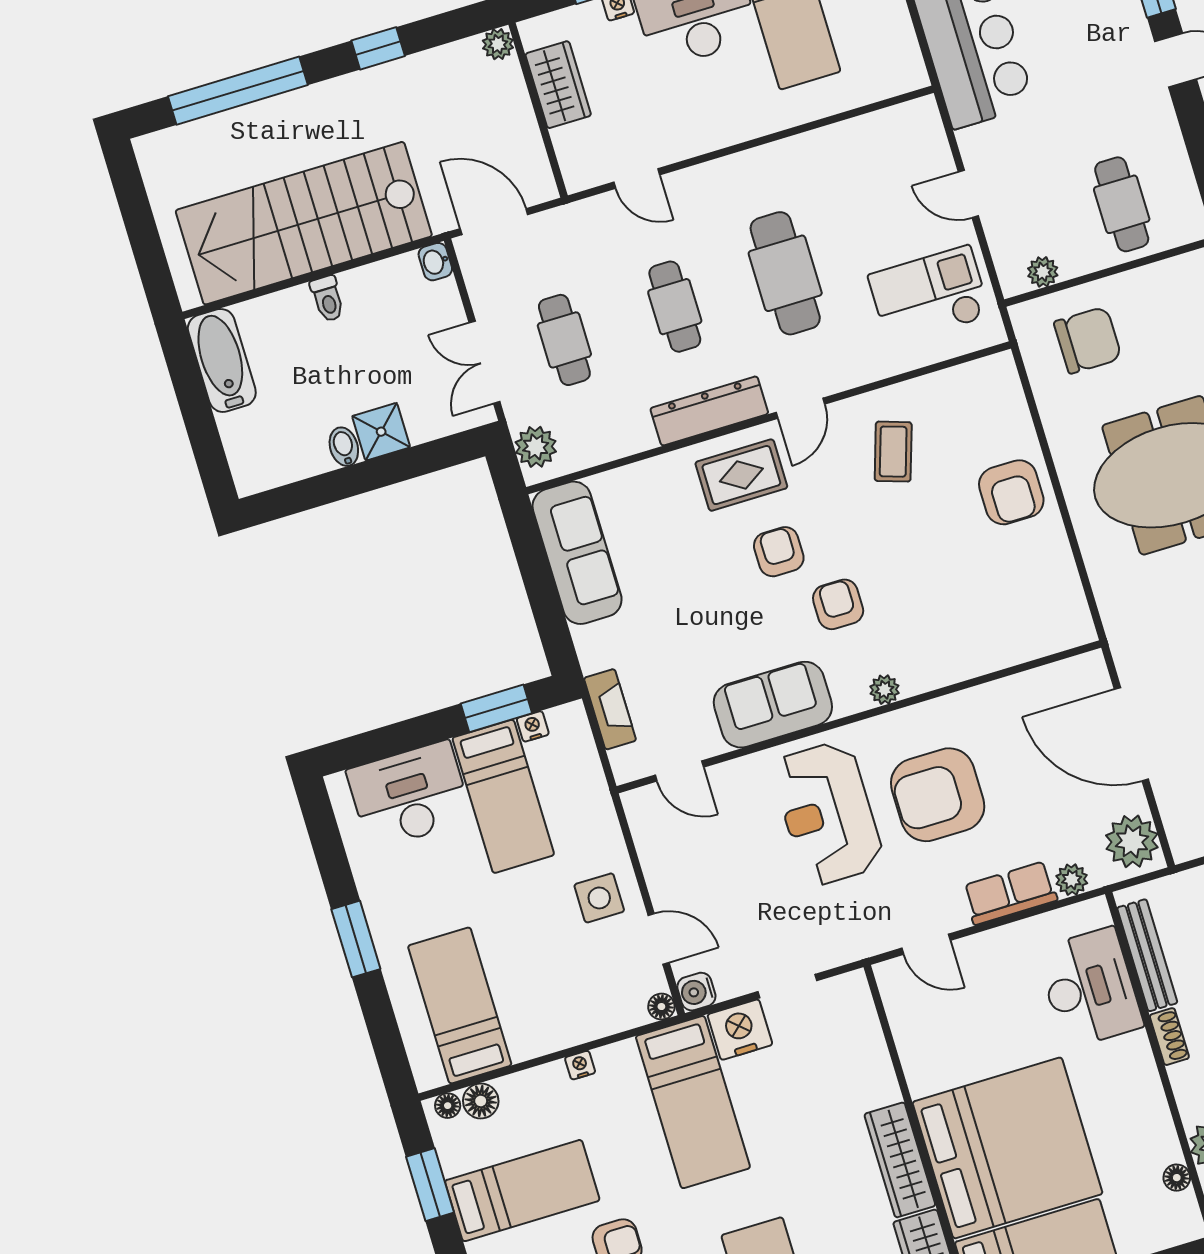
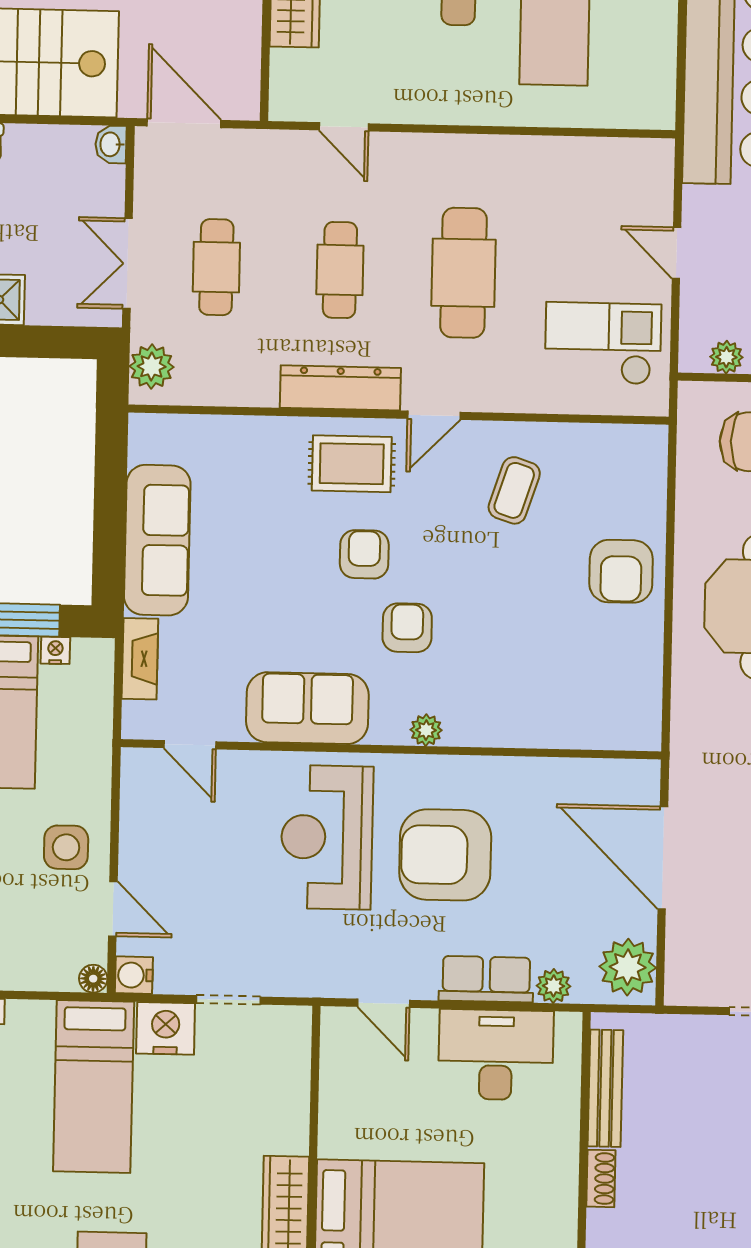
sofa: (577, 553) -> (157, 540), moved
desk: (1090, 988) -> (496, 1055), moved, turned -90

